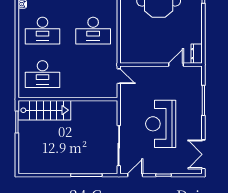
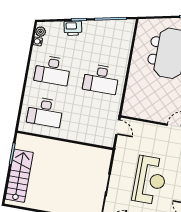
stairs: (44, 110) -> (19, 176), moved, turned -90
reception desk: (161, 124) -> (150, 180), turned 180

